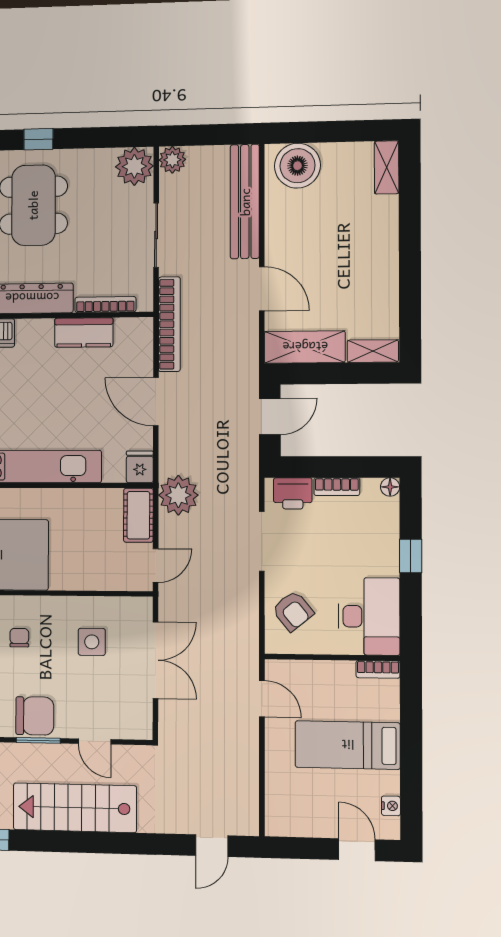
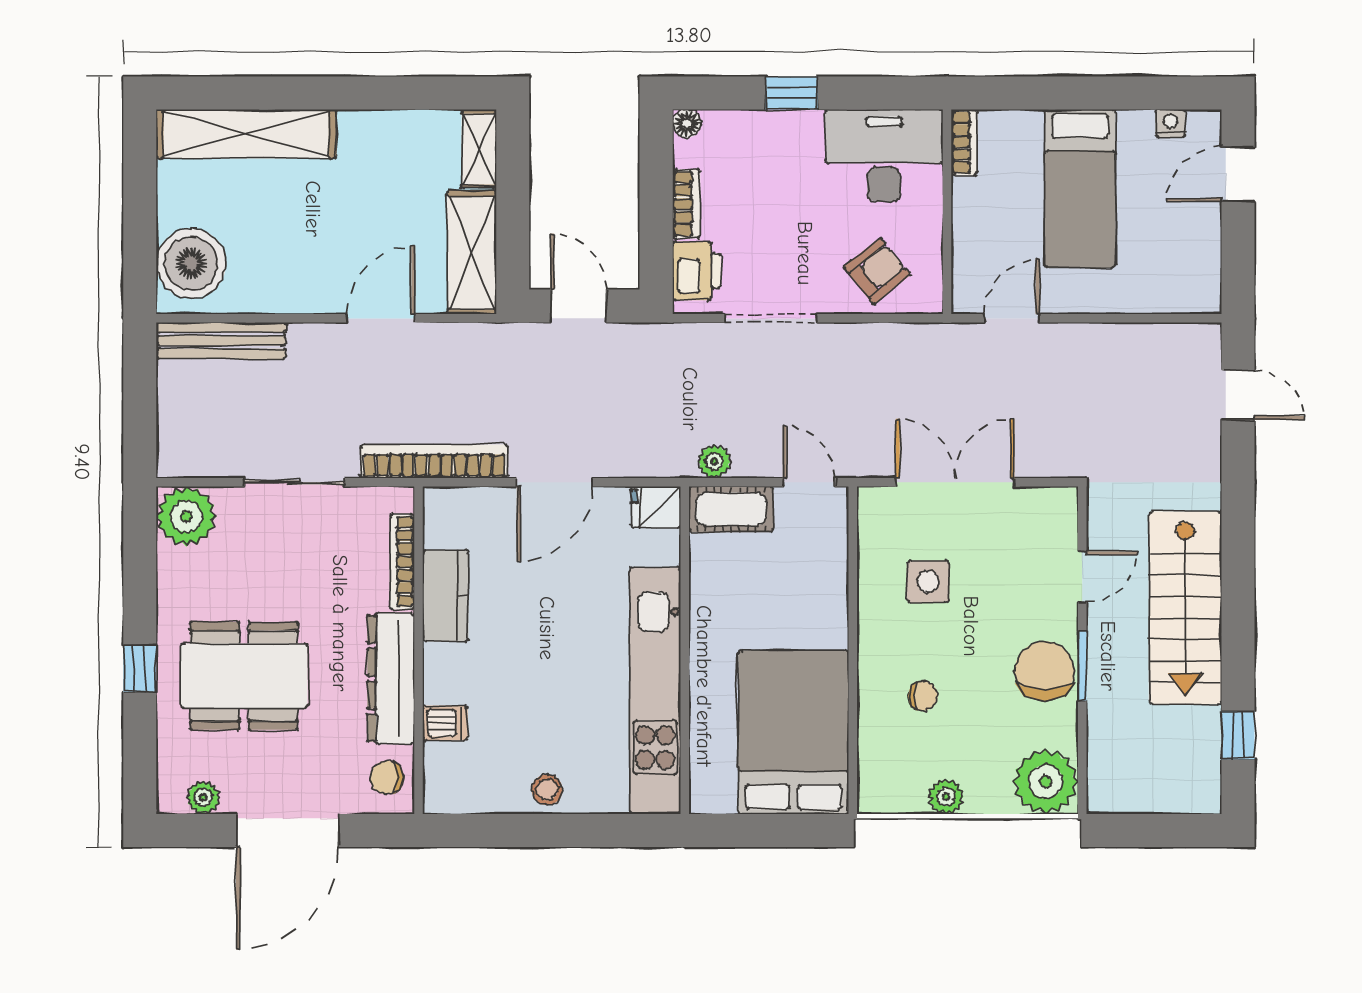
plant: (172, 160) -> (177, 457), removed
shelving: (387, 167) -> (246, 134), width x2.20, depth x1.33
bench: (245, 202) -> (221, 341), width x0.73, depth x0.82
plant: (178, 495) -> (714, 462), width x0.53, depth x0.53
chair: (19, 638) -> (923, 696), turned 180

